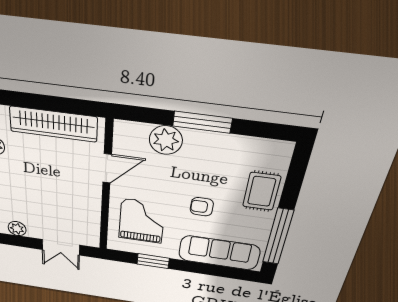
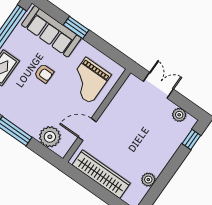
plant: (166, 140) -> (50, 137), moved
window: (153, 261) -> (76, 27), moved

